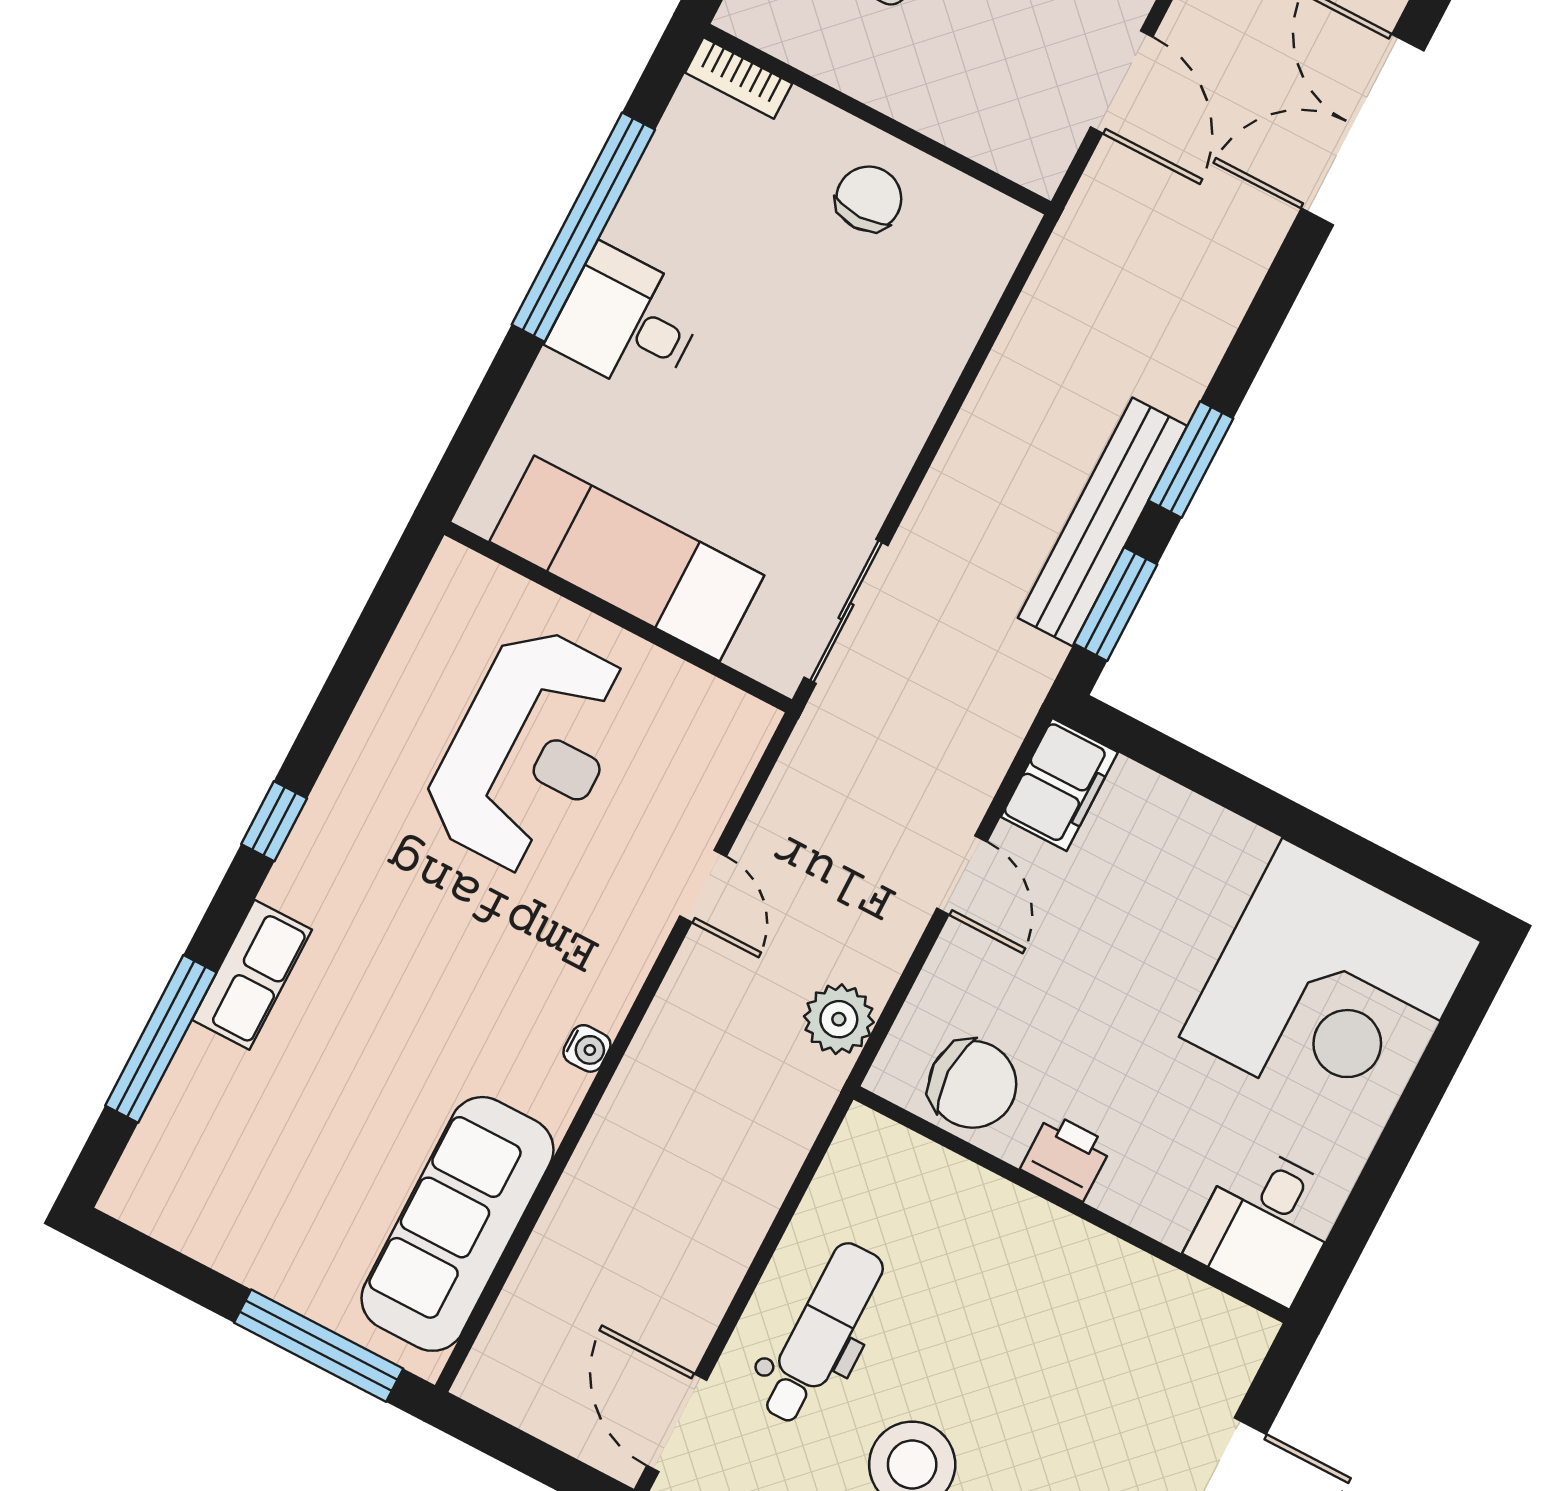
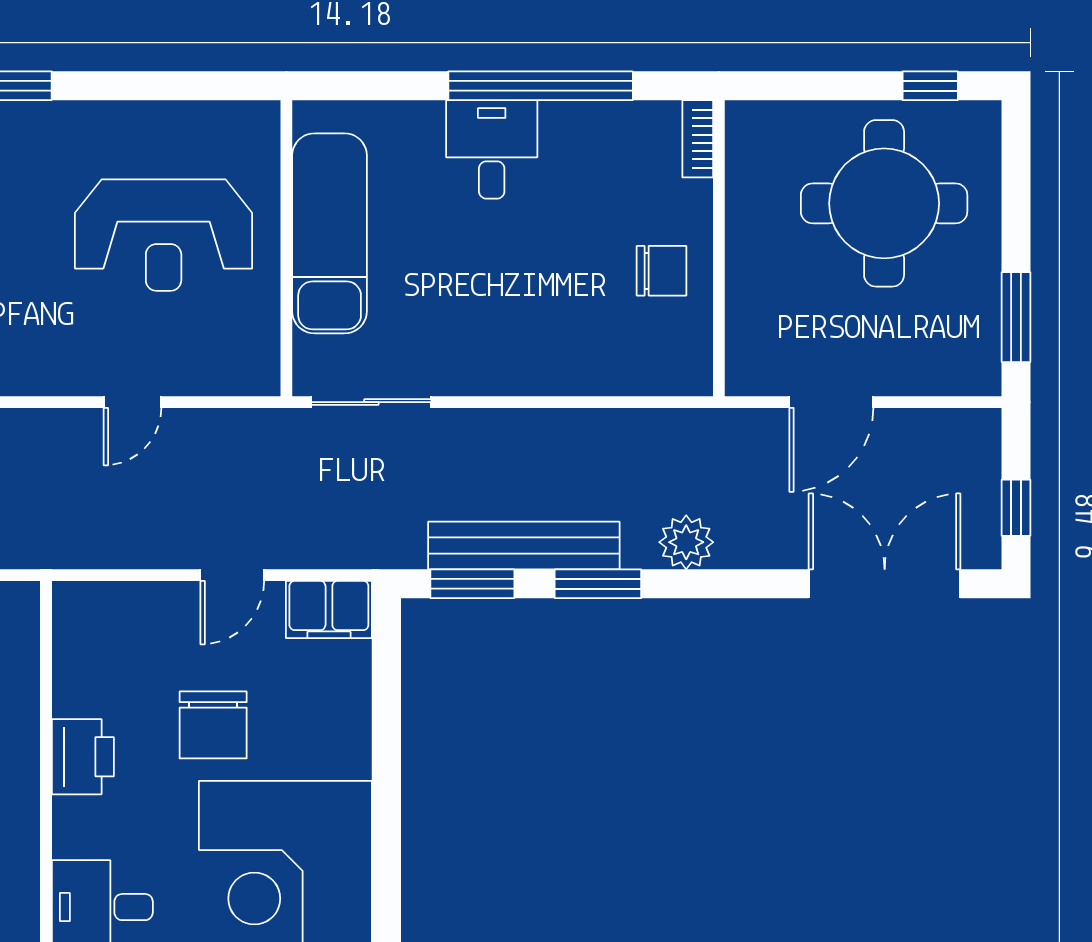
plant: (839, 1019) -> (686, 542), moved
chair: (973, 1084) -> (213, 725), moved
printer: (1066, 1157) -> (83, 757), width x1.36, depth x1.24

